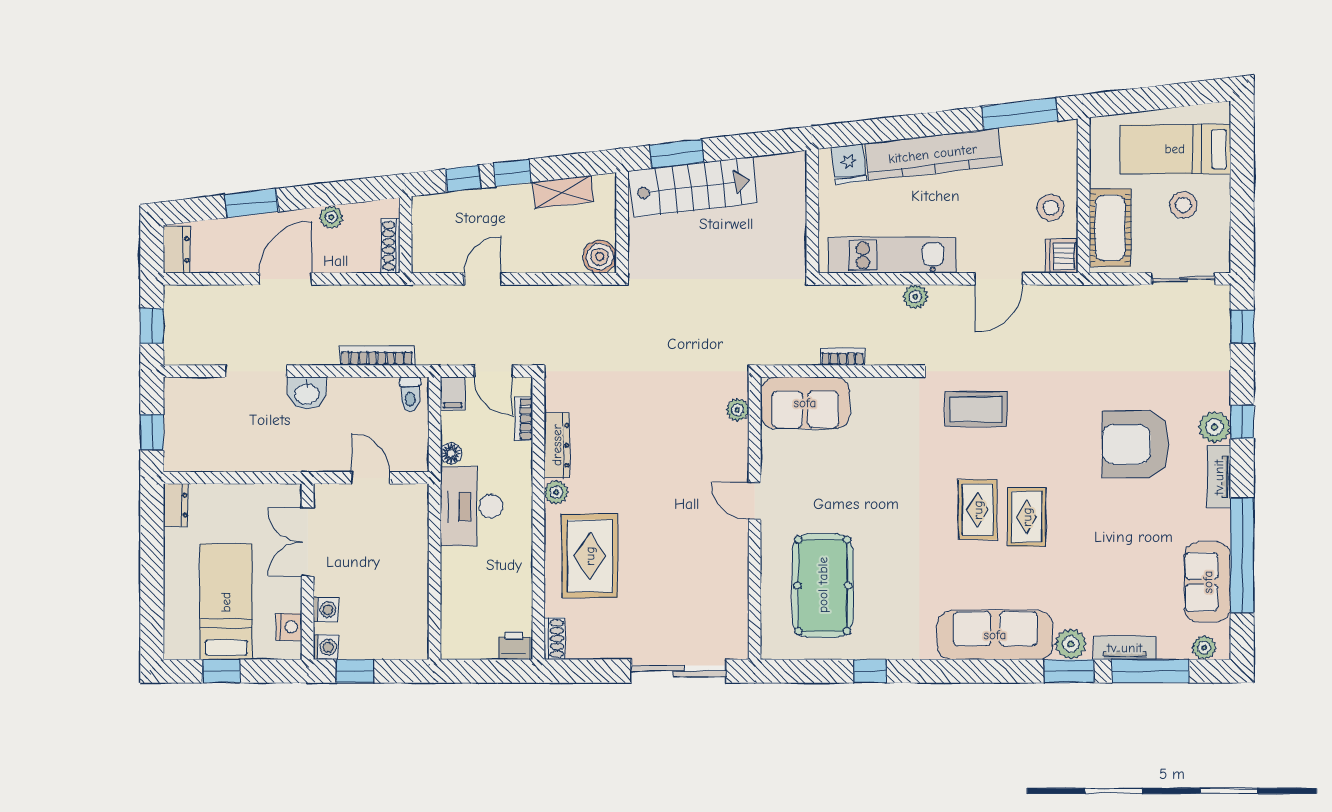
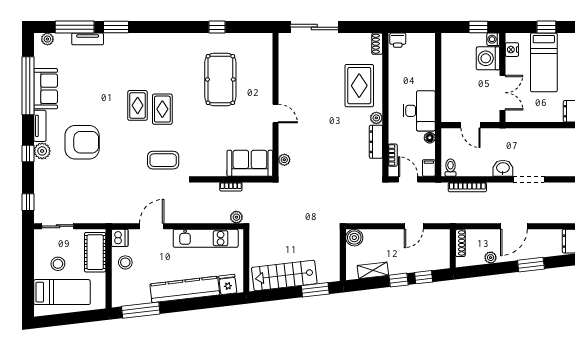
stairs: (693, 187) -> (284, 275), moved
plant: (915, 297) -> (236, 217), moved
sofa: (1208, 582) -> (46, 89), moved
pool table: (823, 585) -> (220, 79), moved
washing machine: (325, 610) -> (488, 58), width x1.89, depth x1.89
sofa: (995, 635) -> (154, 45), removed
plant: (1071, 644) -> (115, 41), removed

